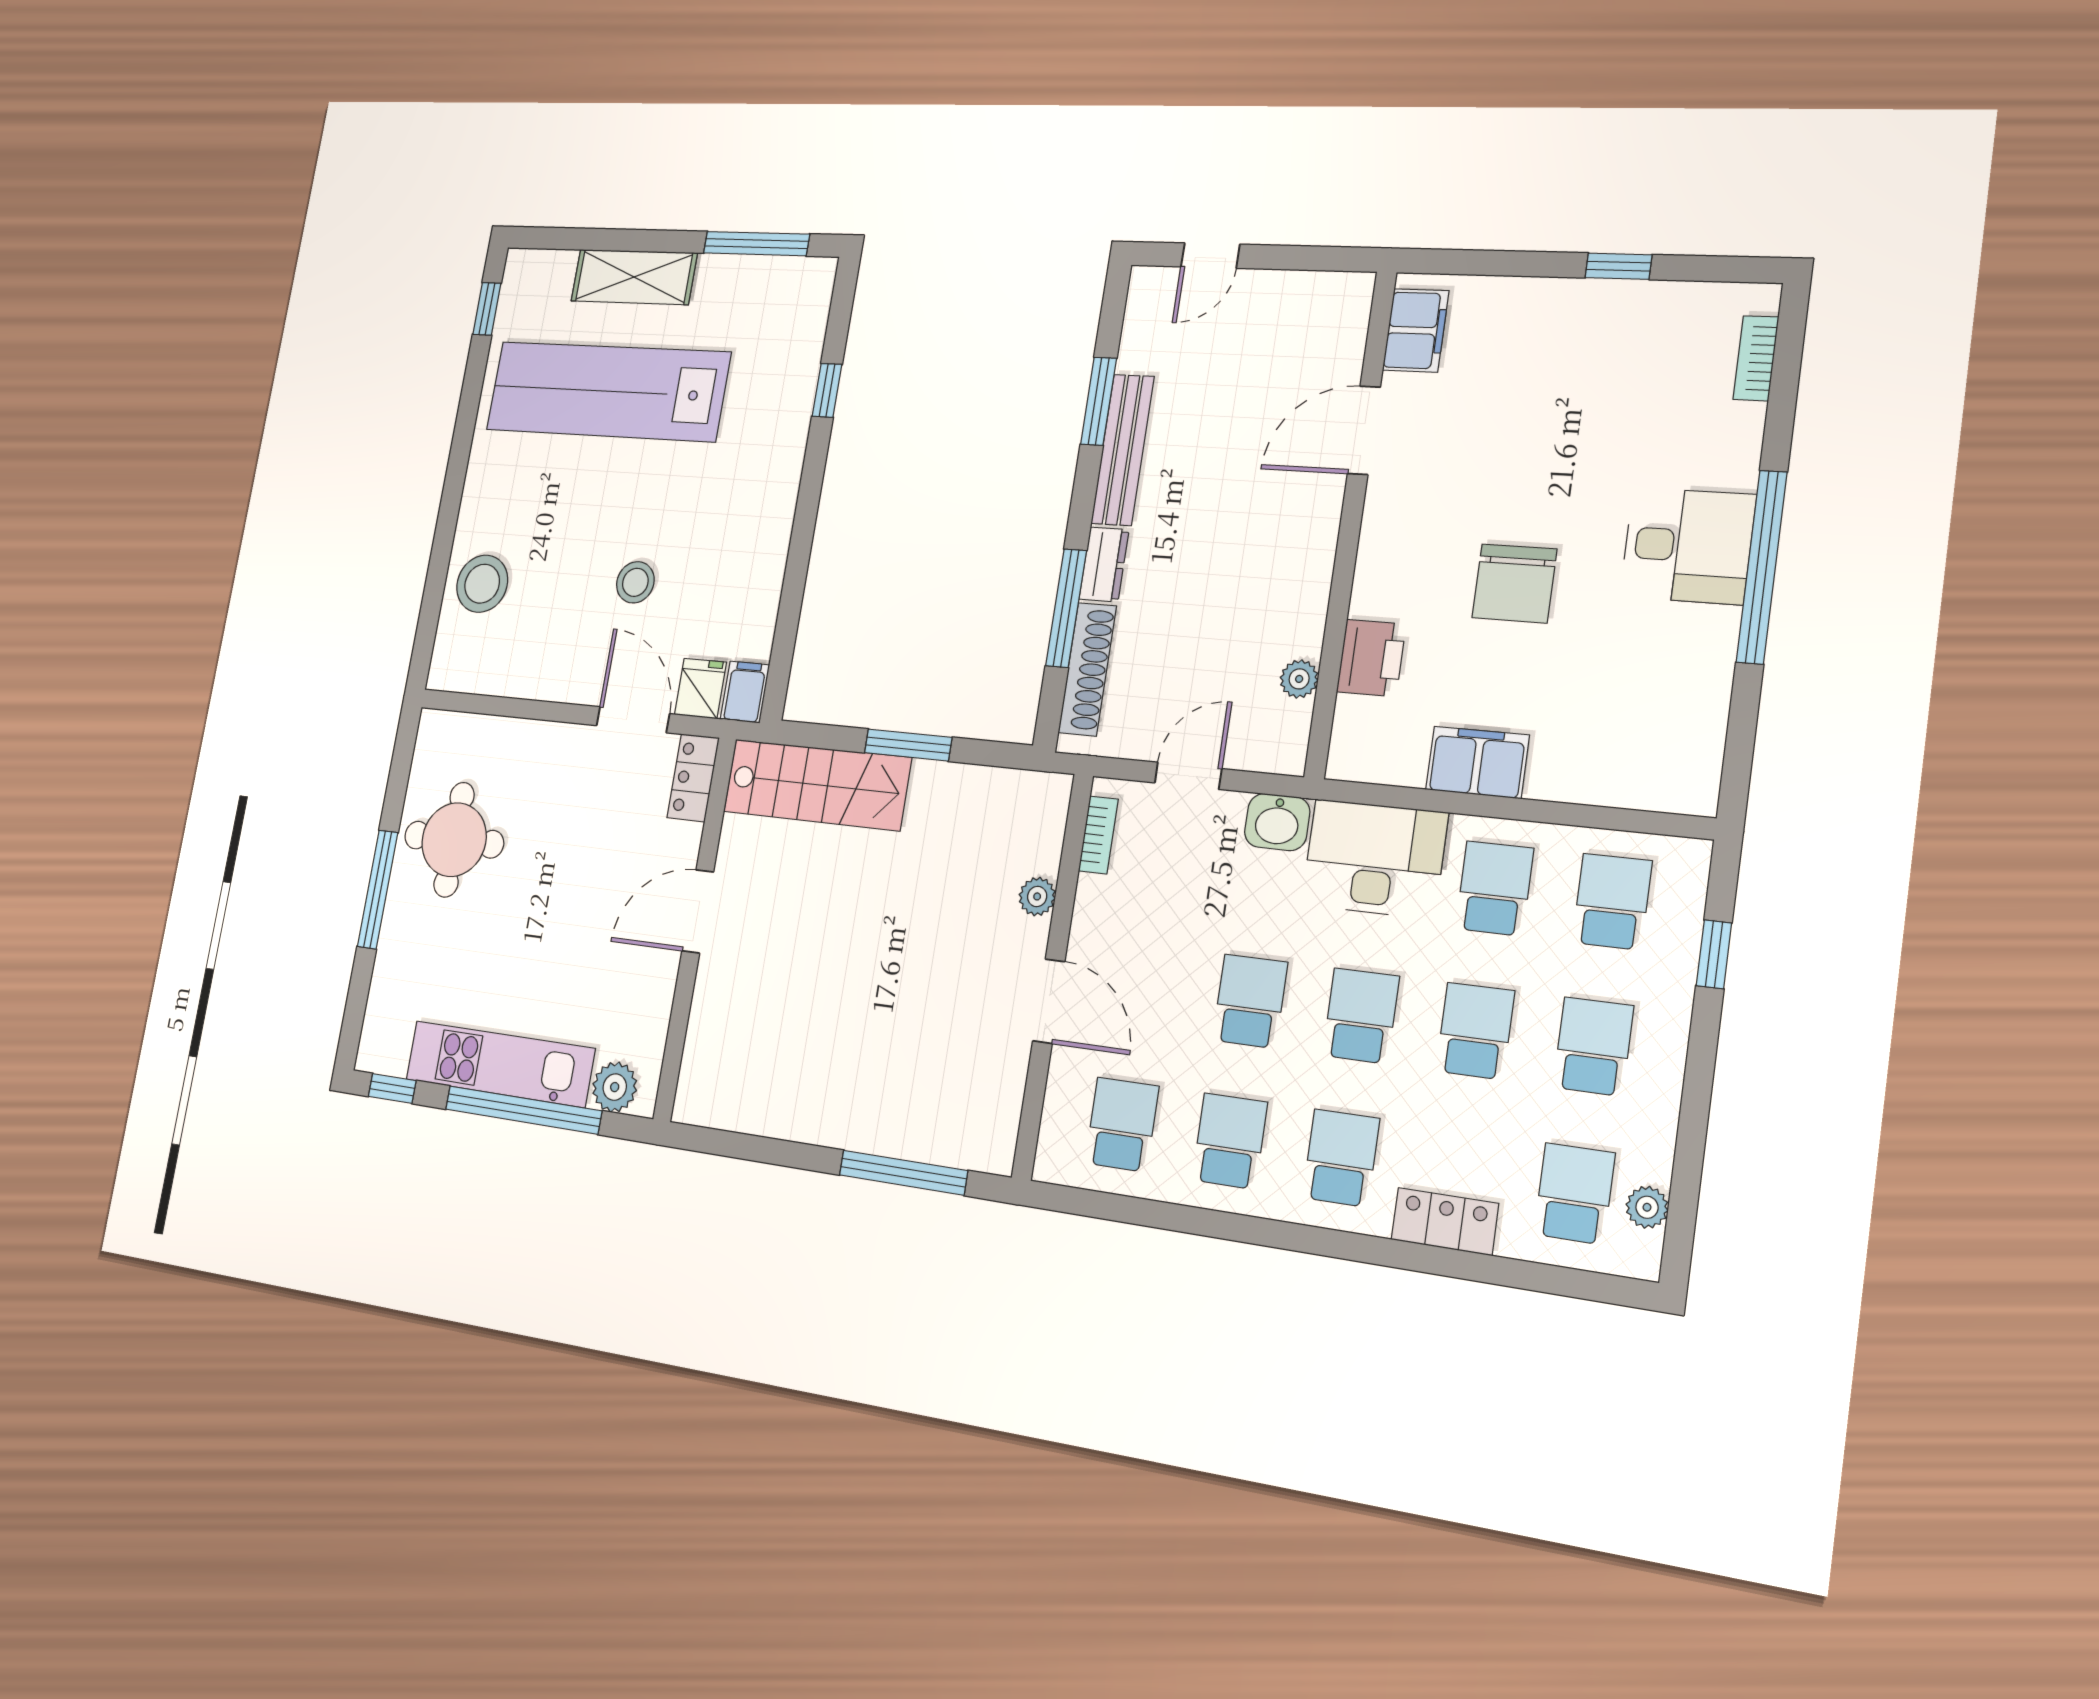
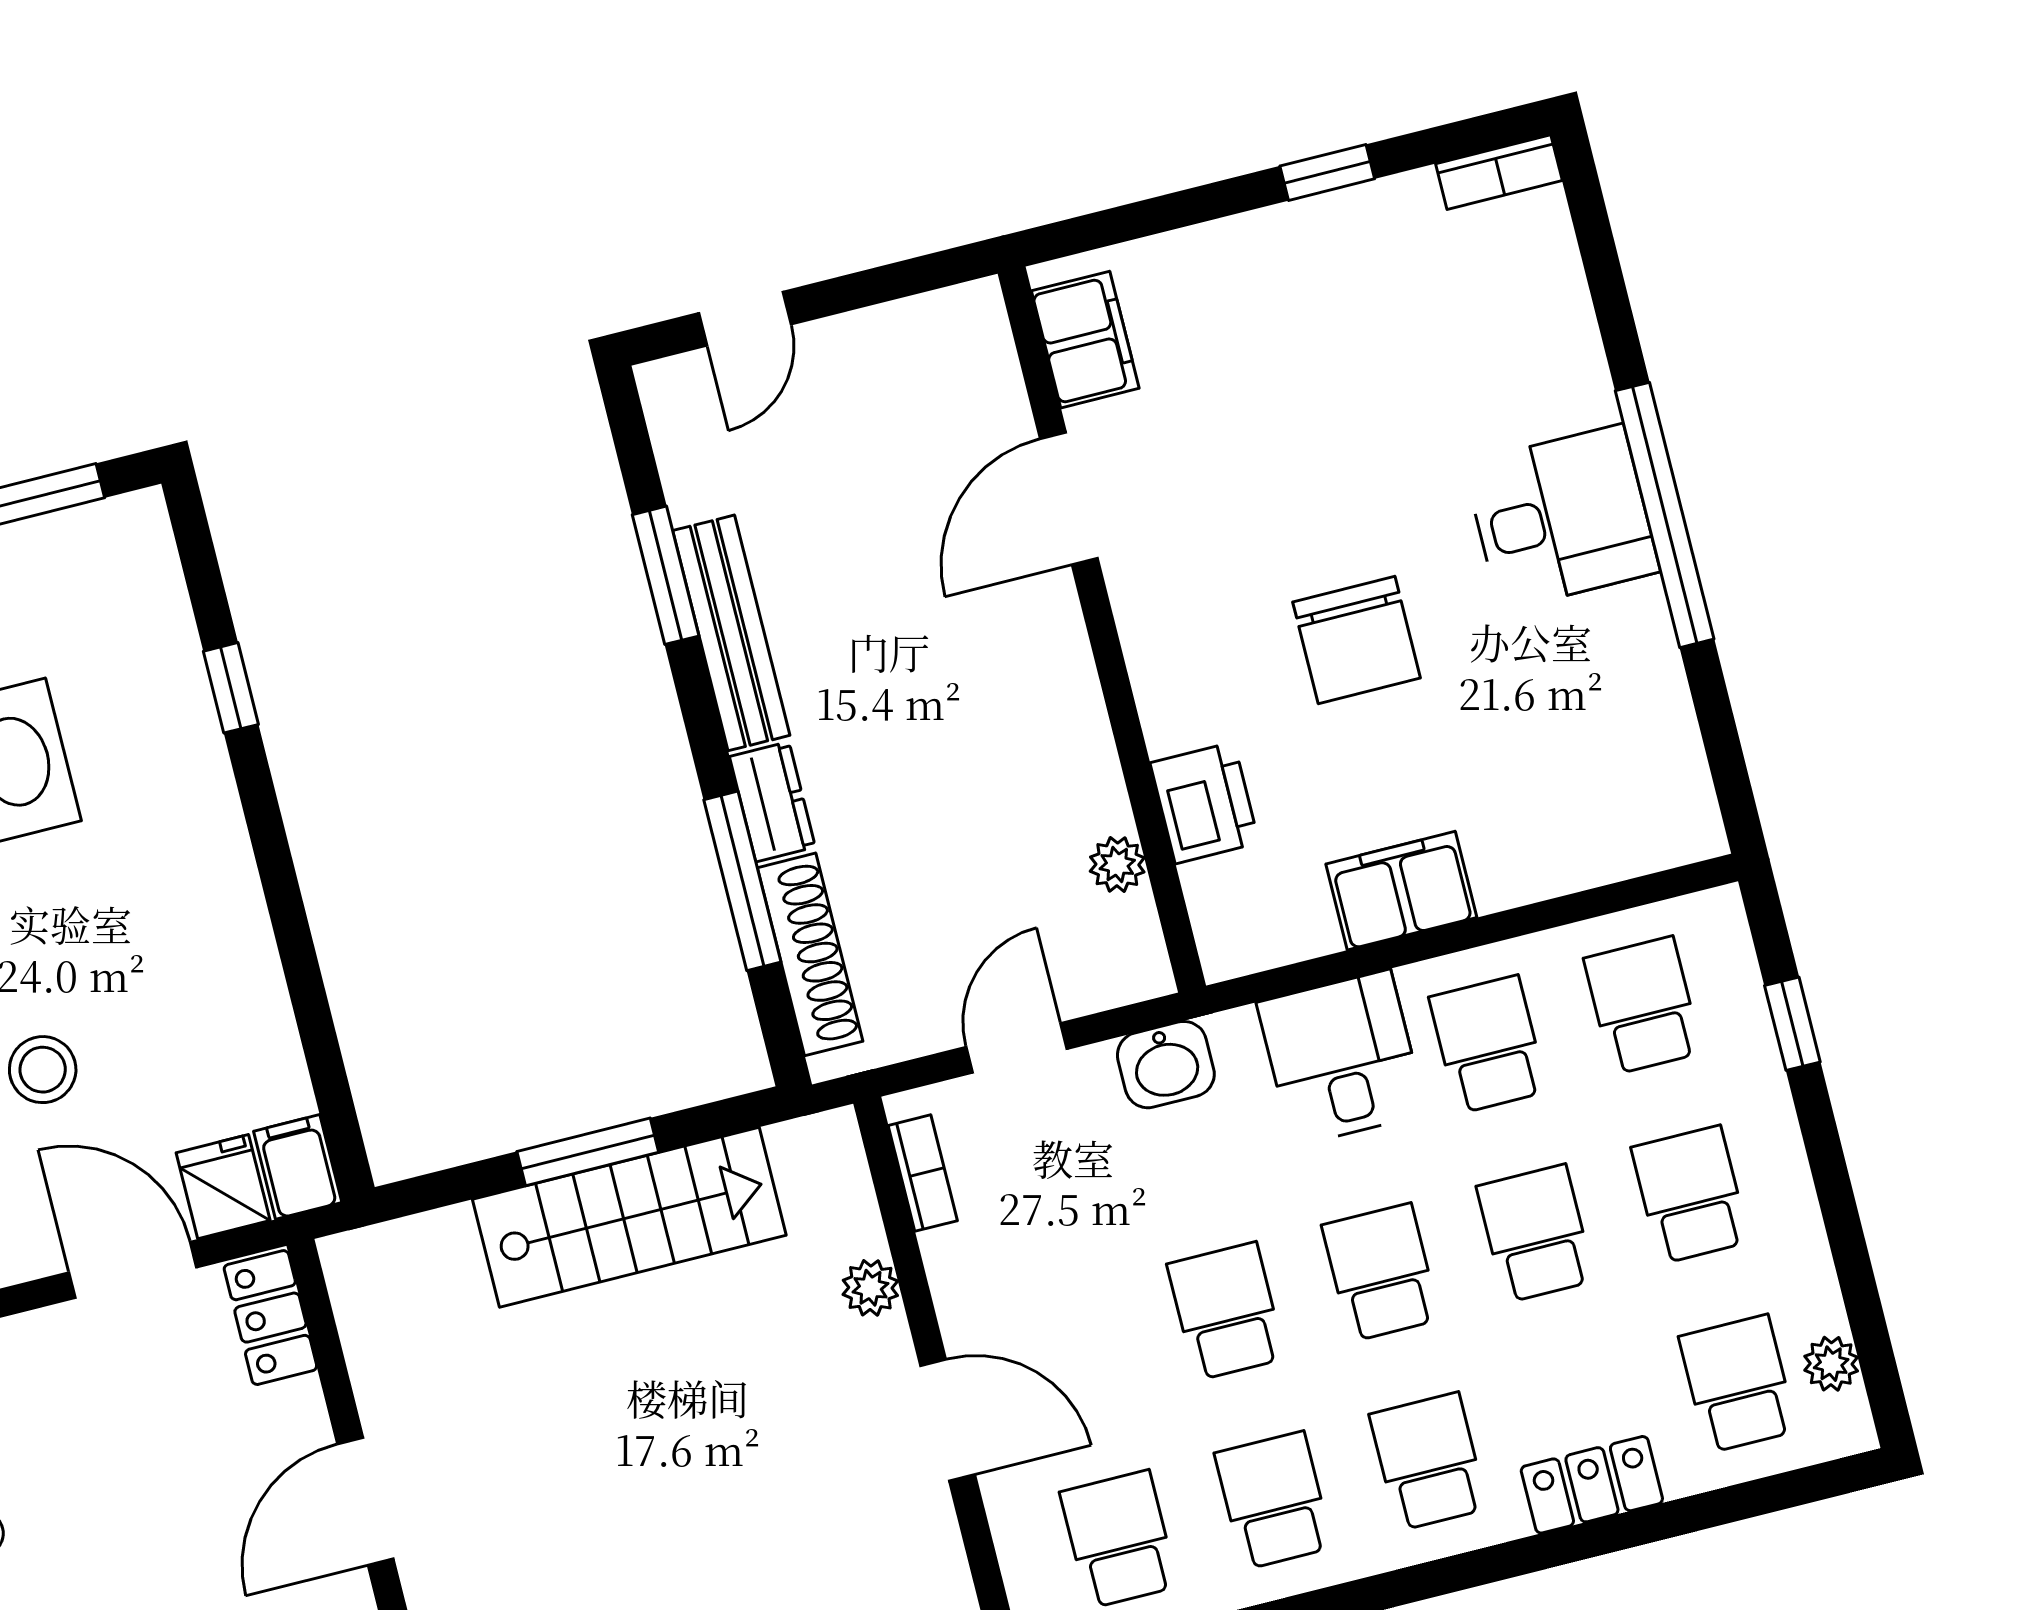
bookcase: (1756, 358) -> (1499, 172), moved, turned -90
stairs: (817, 785) -> (629, 1217), moved
desk: (1374, 859) -> (1341, 1058), width x0.73

